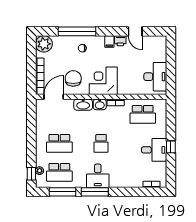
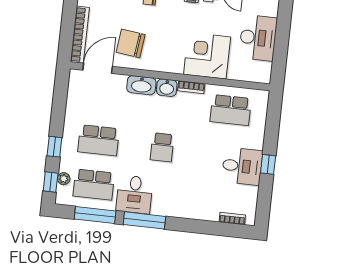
desk: (155, 77) -> (258, 38), moved
chair: (73, 78) -> (131, 43), turned -83
corner desk: (103, 81) -> (207, 56), moved
window: (31, 151) -> (54, 147), added
desk: (98, 176) -> (134, 194), moved

